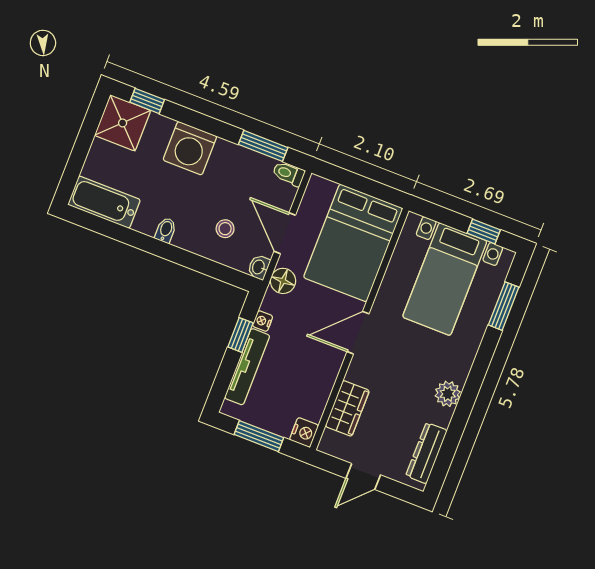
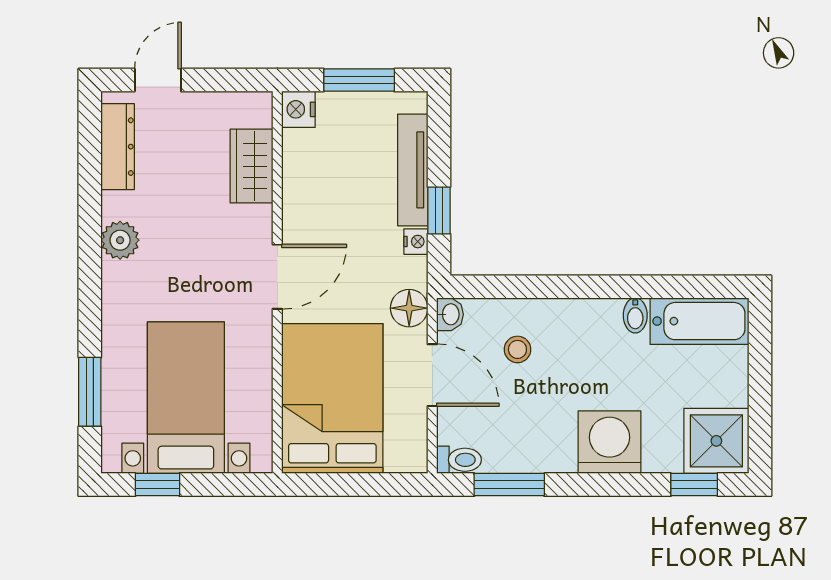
bidet: (166, 230) -> (635, 315), moved
door: (363, 477) -> (158, 80), moved

